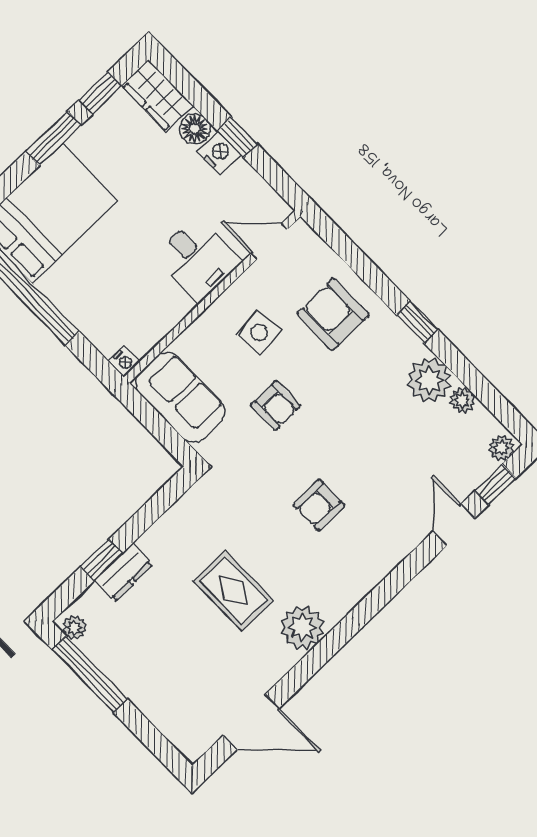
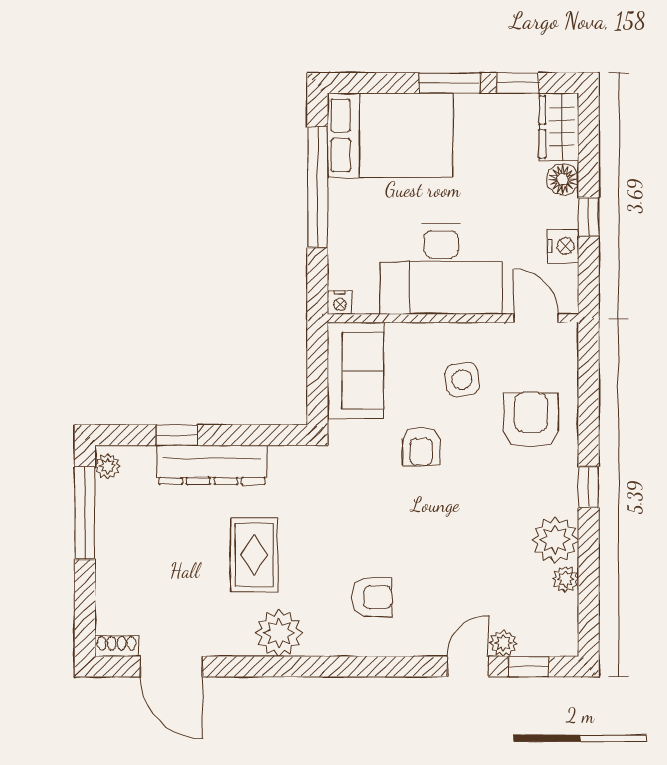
nightstand: (219, 153) -> (563, 246), moved
desk: (197, 259) -> (441, 269), width x1.87, depth x1.30
plant: (501, 448) -> (503, 643), moved
armchair: (319, 505) -> (372, 597), moved, turned 180
dresser: (124, 572) -> (212, 465), width x1.96, depth x1.24
shoe rack: (200, 744) -> (117, 646), added

